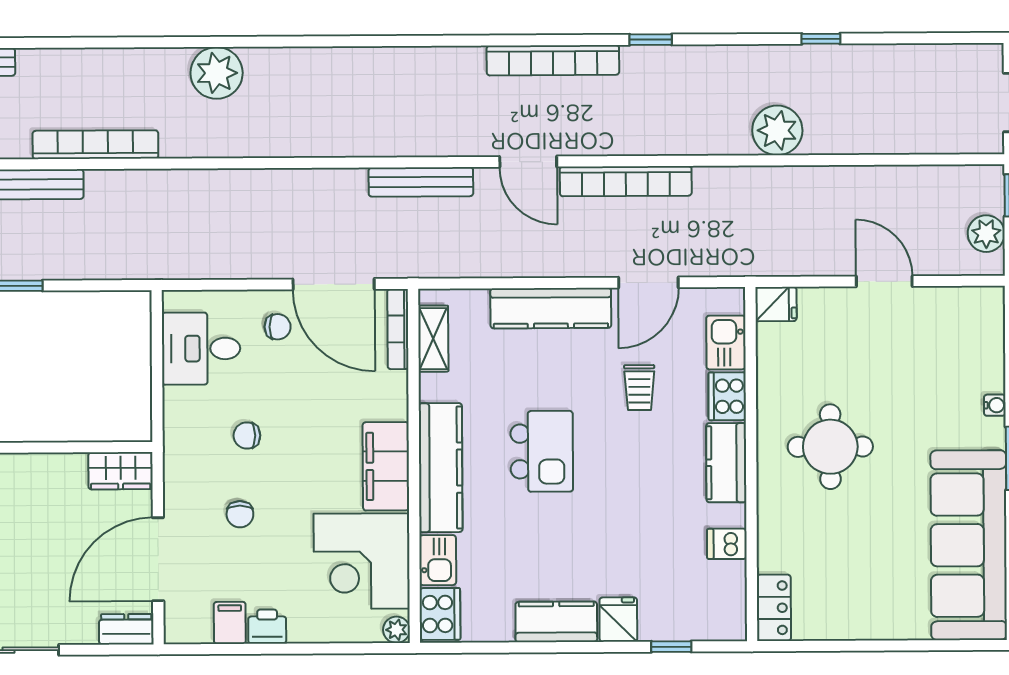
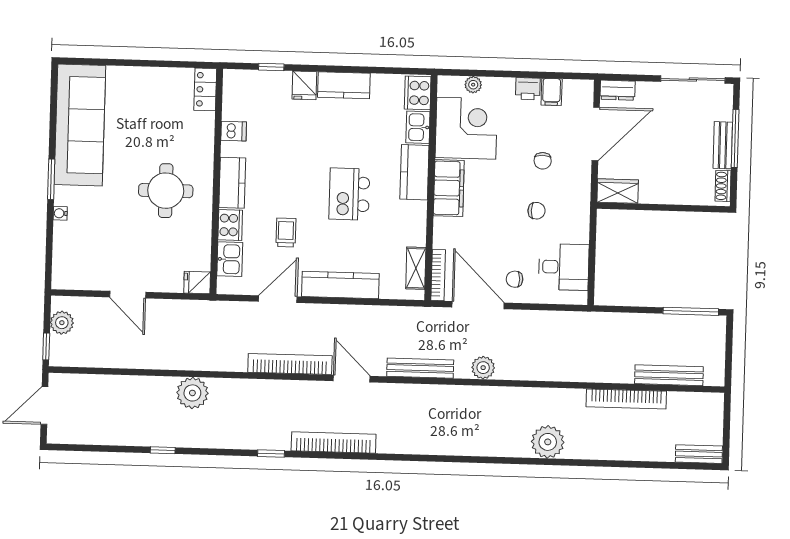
plant: (322, 186) -> (483, 368), added
kitchen counter: (441, 468) -> (414, 172), width x0.67
chair: (240, 514) -> (543, 161), turned 180
plant: (396, 630) -> (473, 85), moved

